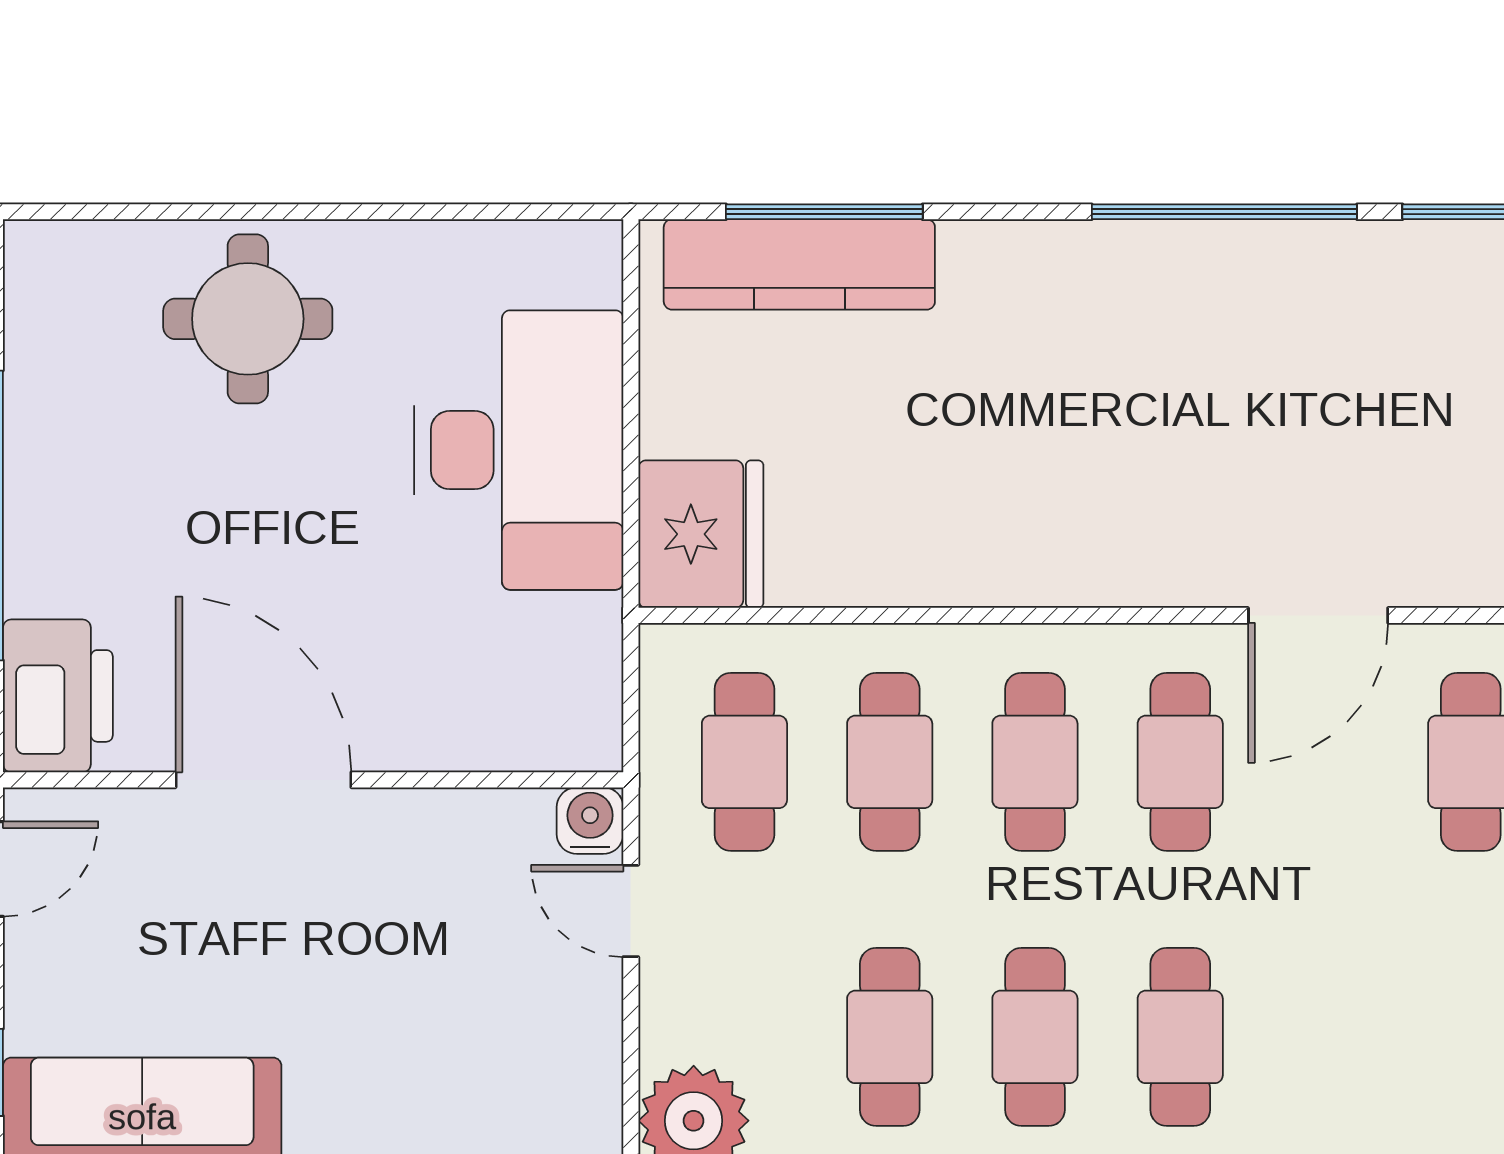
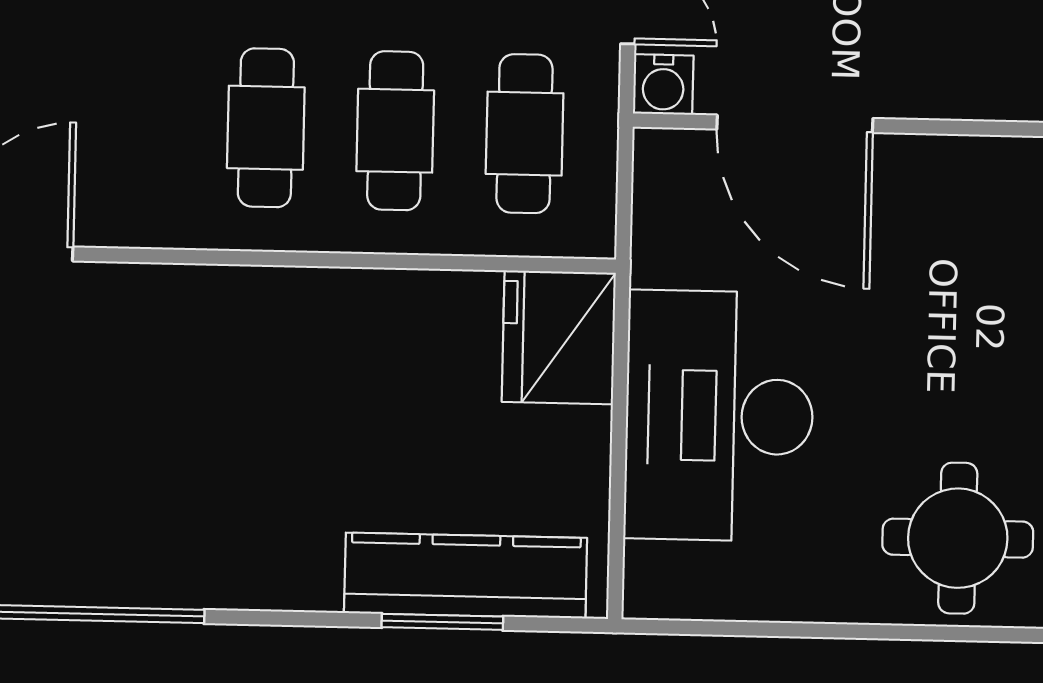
window: (824, 212) -> (442, 622), width x0.69
cafe table: (1180, 762) -> (137, 125), removed
door: (263, 780) -> (795, 124), moved

